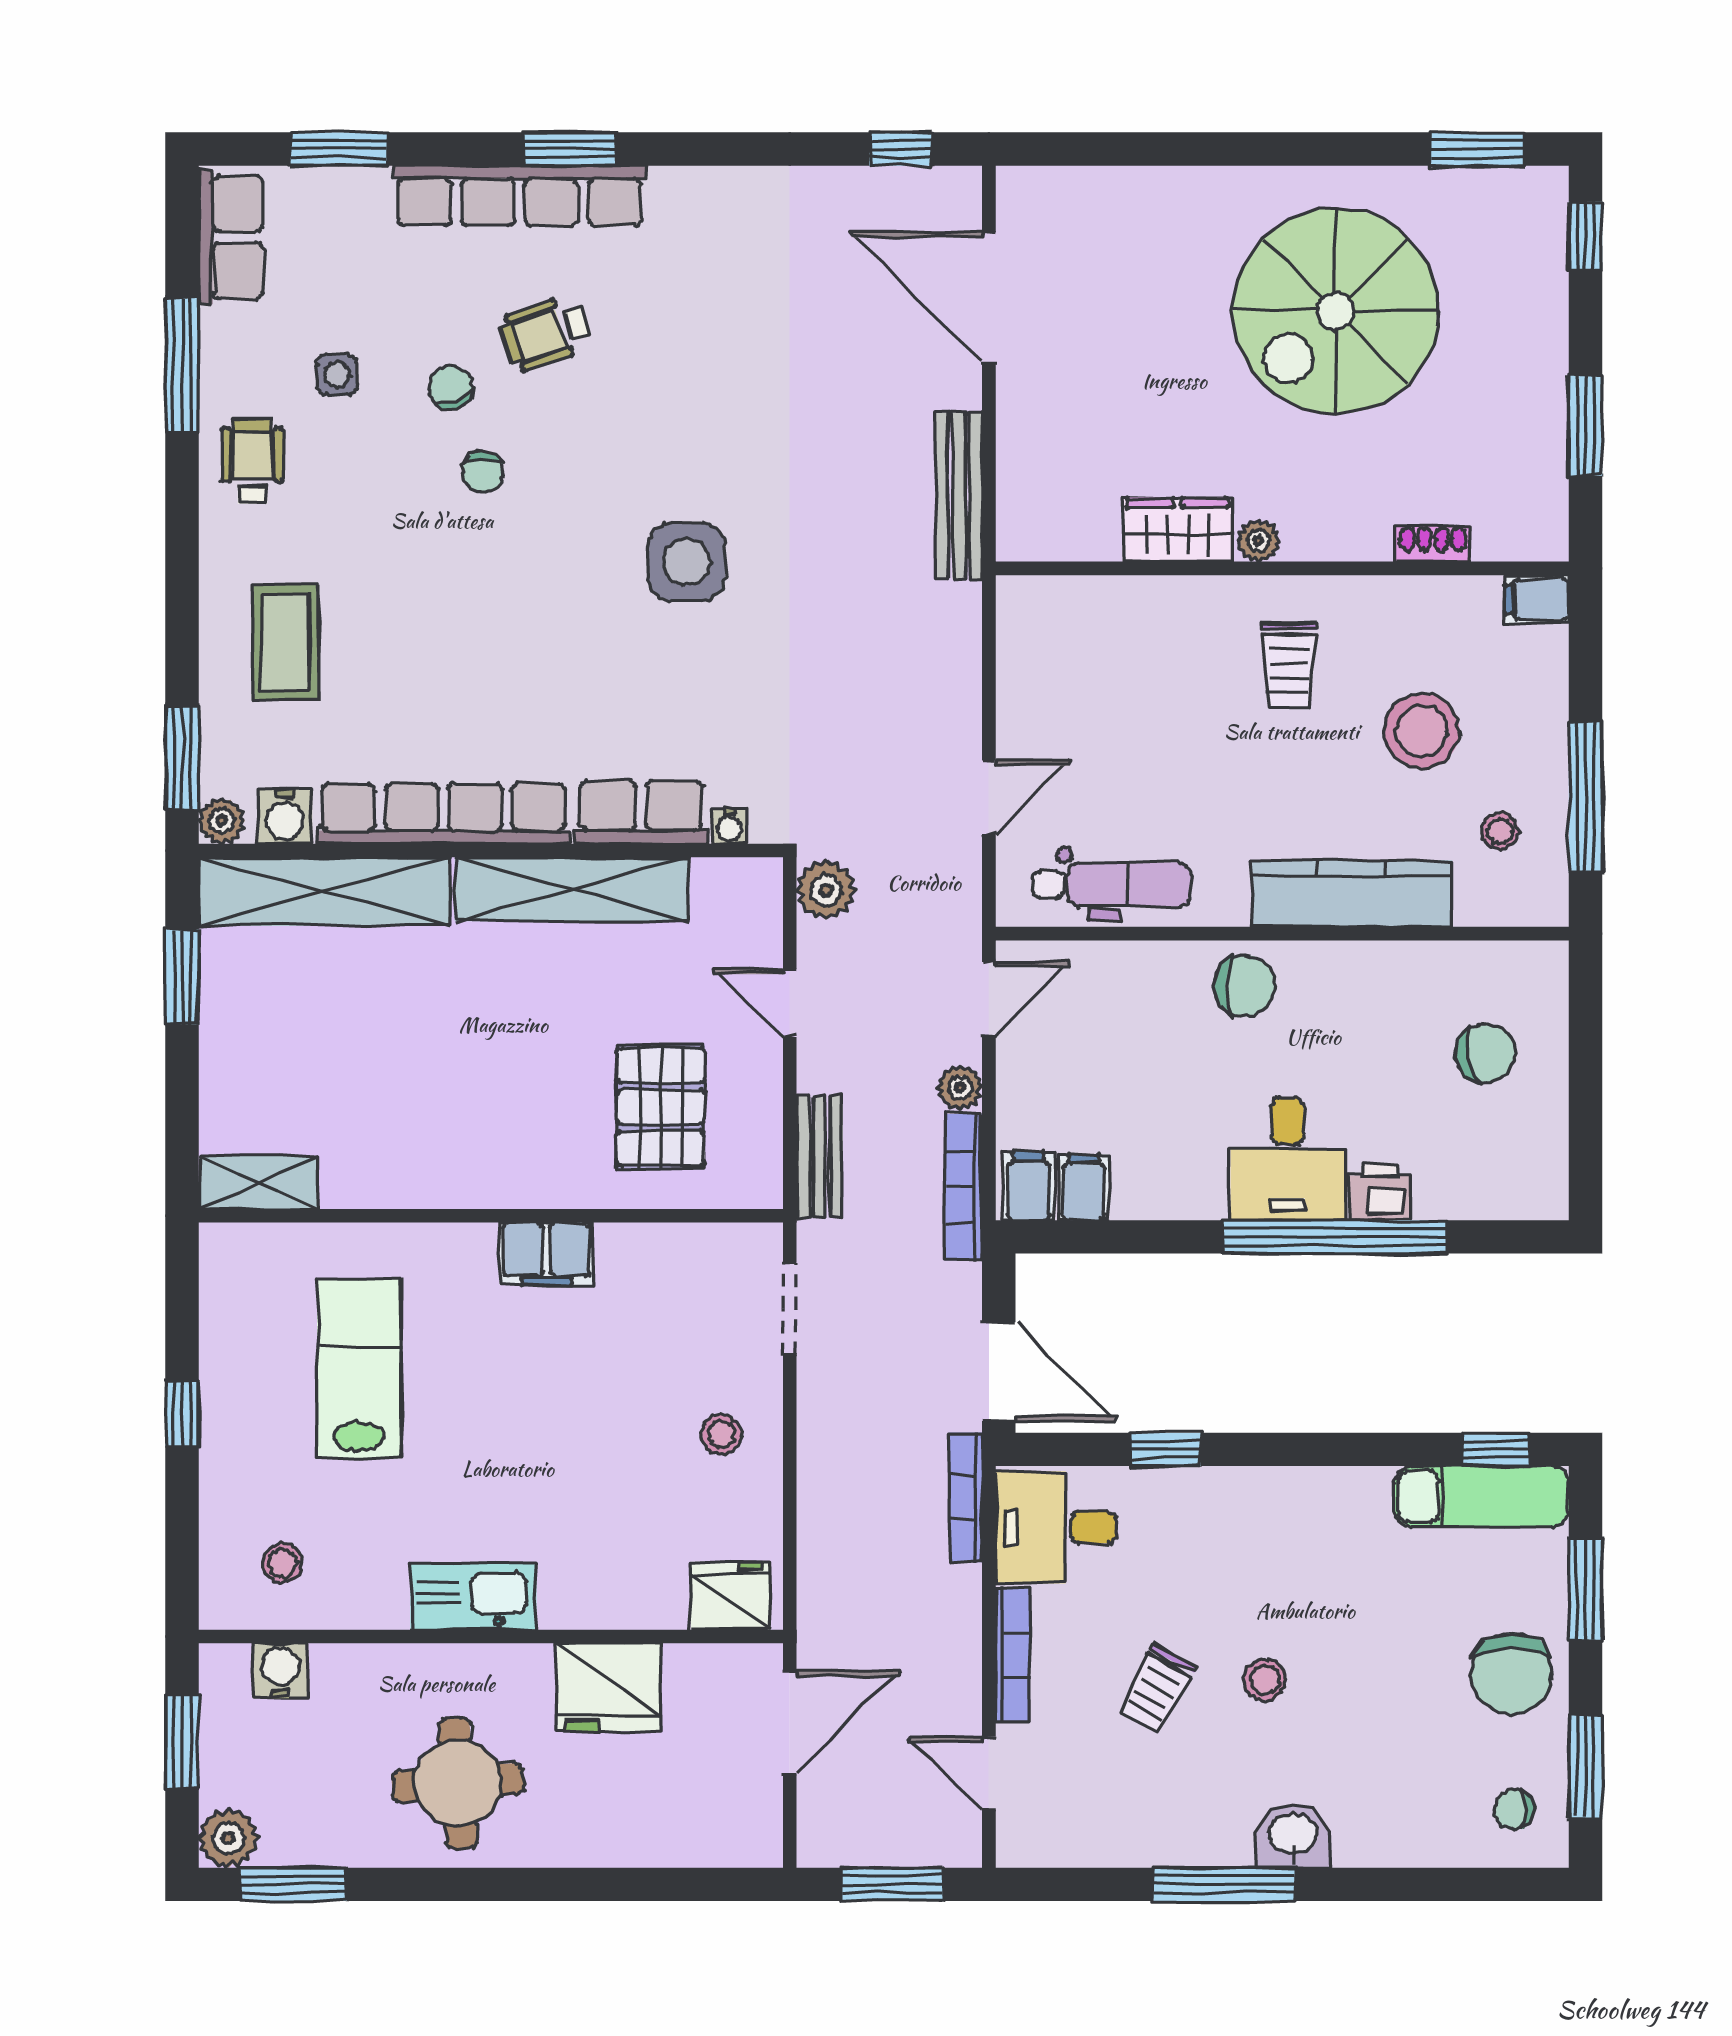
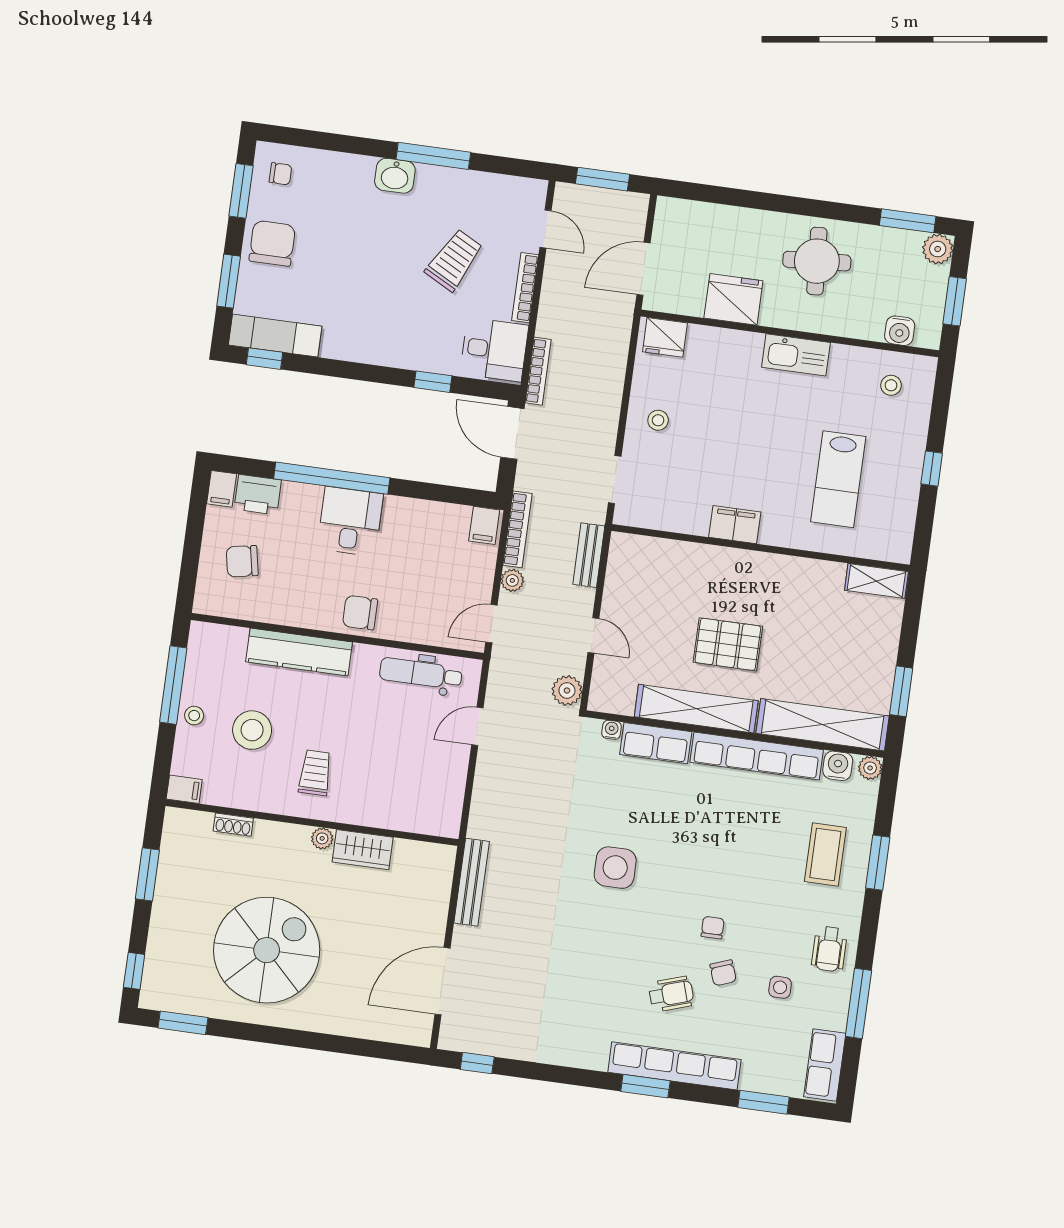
door: (989, 297) -> (442, 981), swing flipped
window: (182, 757) -> (878, 863), moved
stool: (1500, 831) -> (194, 716), moved
pallet: (661, 1107) -> (728, 644), moved, turned 90
filing cabinet: (1084, 1187) -> (222, 489), moved
printer: (1380, 1192) -> (258, 495), moved, width x1.36, depth x1.24
stool: (1265, 1680) -> (398, 257), removed
trolley: (1157, 1689) -> (454, 260), width x1.36, depth x1.39

